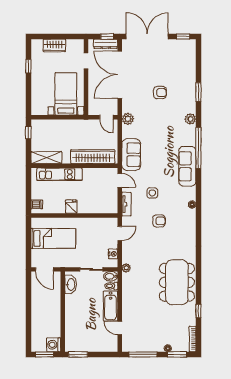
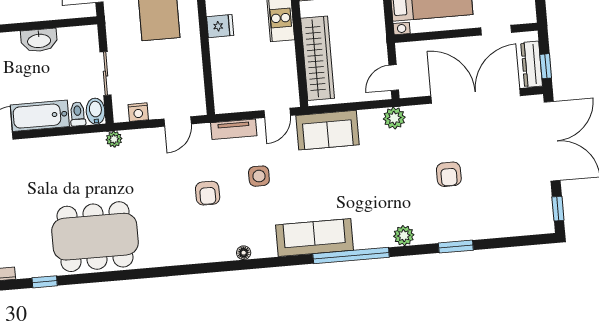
door: (120, 233) -> (178, 121), hinge flipped
washbasin: (71, 284) -> (39, 40), moved

